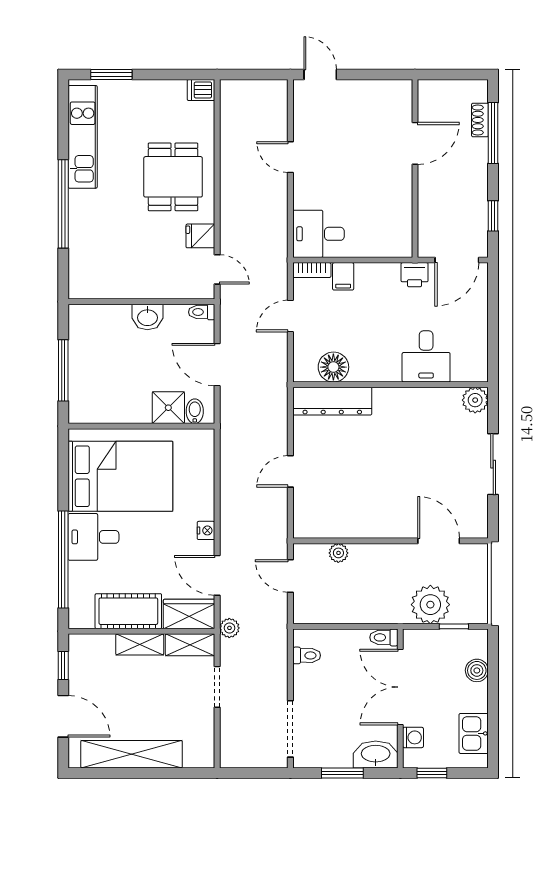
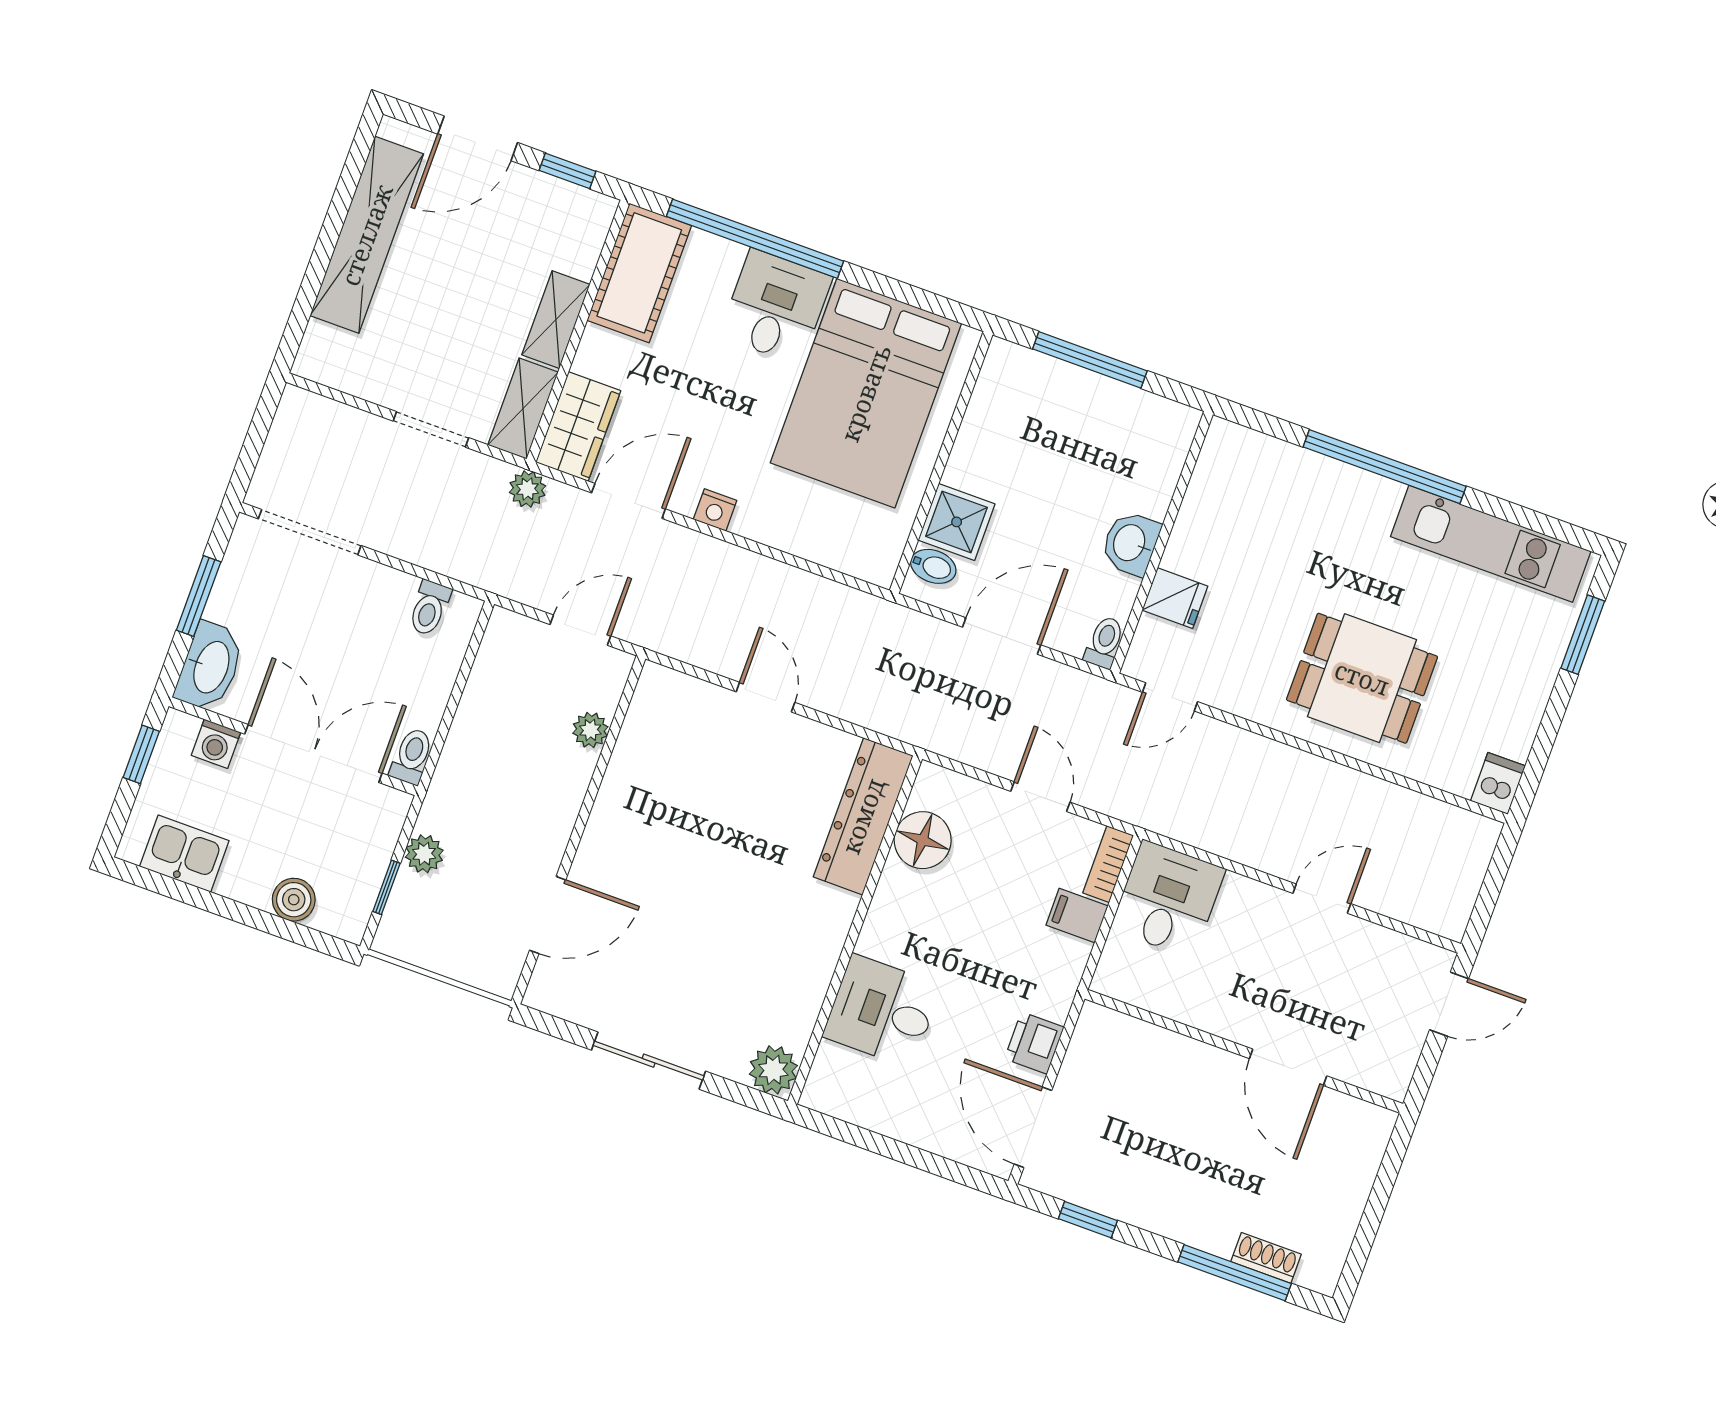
door: (415, 143) -> (1288, 1067), moved
wall: (415, 168) -> (1244, 1051), moved
fridge: (200, 236) -> (1175, 598), moved, turned 90
plant: (430, 605) -> (424, 854), width x0.53, depth x0.53
cot: (128, 611) -> (639, 273), moved

